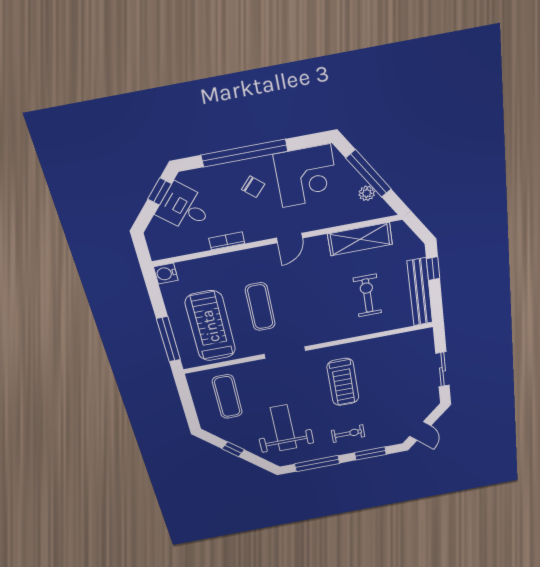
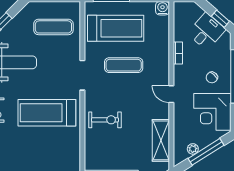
exercise bike: (367, 296) -> (105, 120), moved
treadmill: (343, 382) -> (47, 113), width x1.37, depth x1.38

